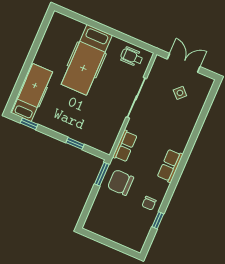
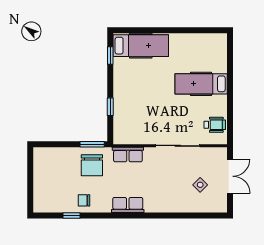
wheelchair: (132, 57) -> (215, 125), turned 90
hospital bed: (87, 60) -> (201, 84), width x0.73, depth x0.78
chair: (121, 182) -> (92, 165), turned 180

